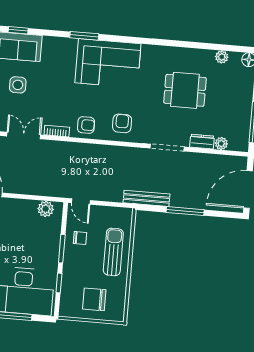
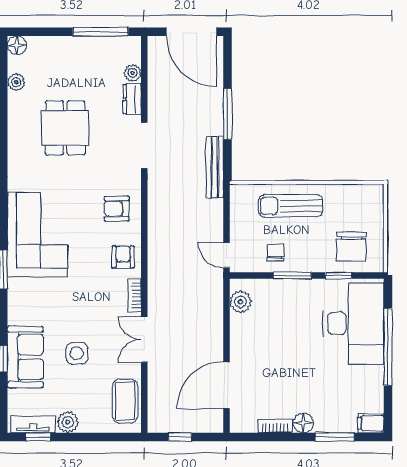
door: (81, 202) -> (226, 255), swing flipped
chair: (94, 299) -> (351, 247), moved

